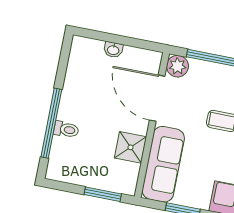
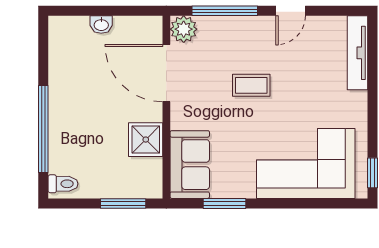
toilet: (66, 129) -> (63, 184), moved
sofa: (163, 164) -> (190, 165), width x0.73

